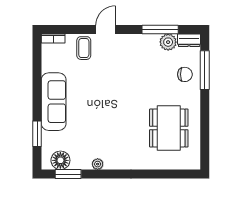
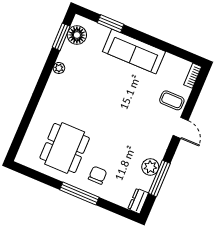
plant: (168, 42) -> (150, 167), moved
window: (205, 70) -> (79, 193), moved
chair: (185, 74) -> (98, 175), moved, turned 180
dining table: (169, 128) -> (65, 148), turned 90

